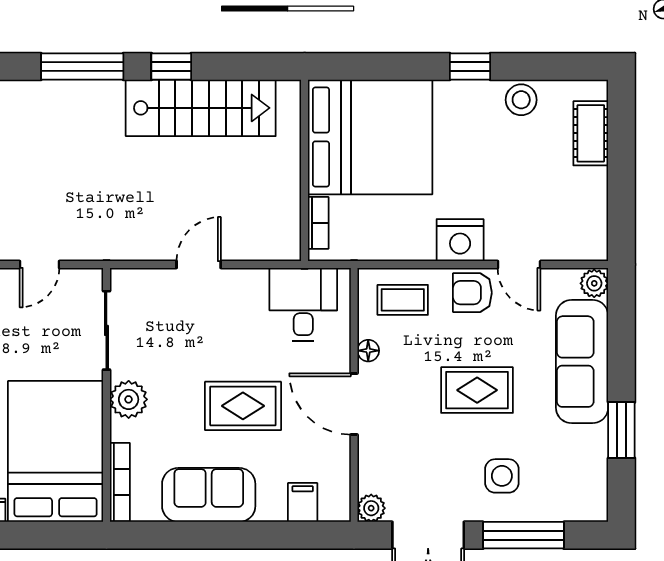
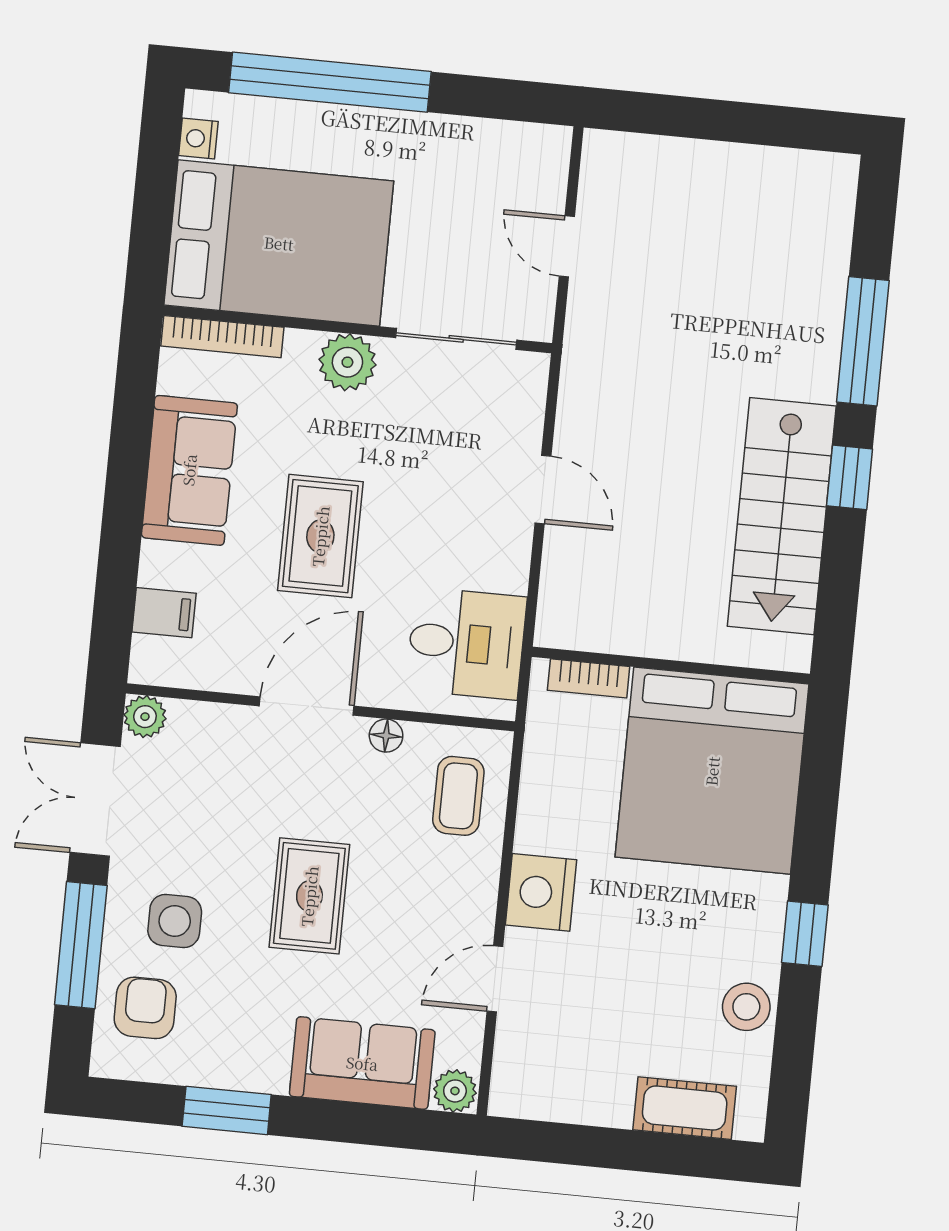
armchair: (472, 293) -> (145, 1008), moved
sofa: (582, 362) -> (362, 1063), width x0.73

